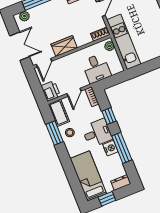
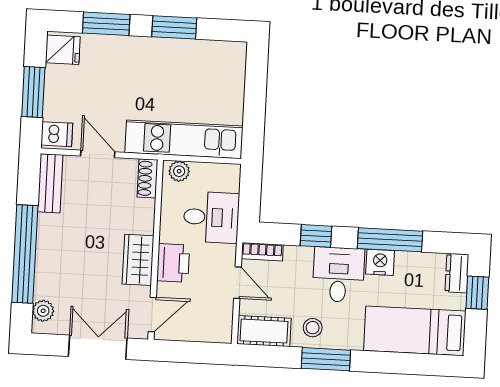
door: (44, 63) -> (152, 314), hinge flipped
printer: (51, 91) -> (173, 263), moved, turned 90
window: (55, 133) -> (326, 359), moved
window: (107, 199) -> (477, 293), moved

